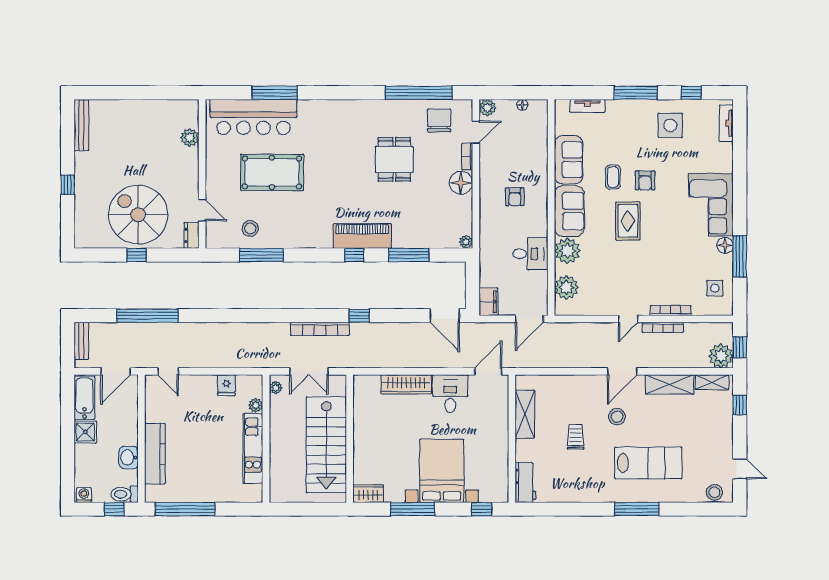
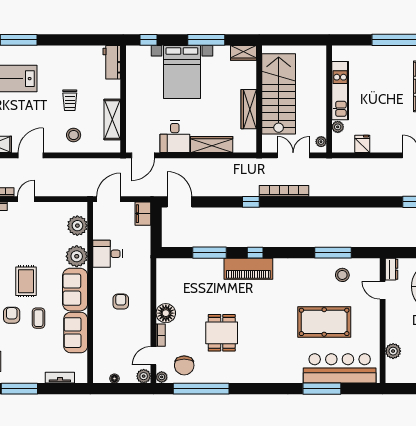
plant: (466, 242) -> (162, 377), moved
stool: (617, 417) -> (74, 135), moved
wardrobe: (362, 427) -> (249, 109), added

